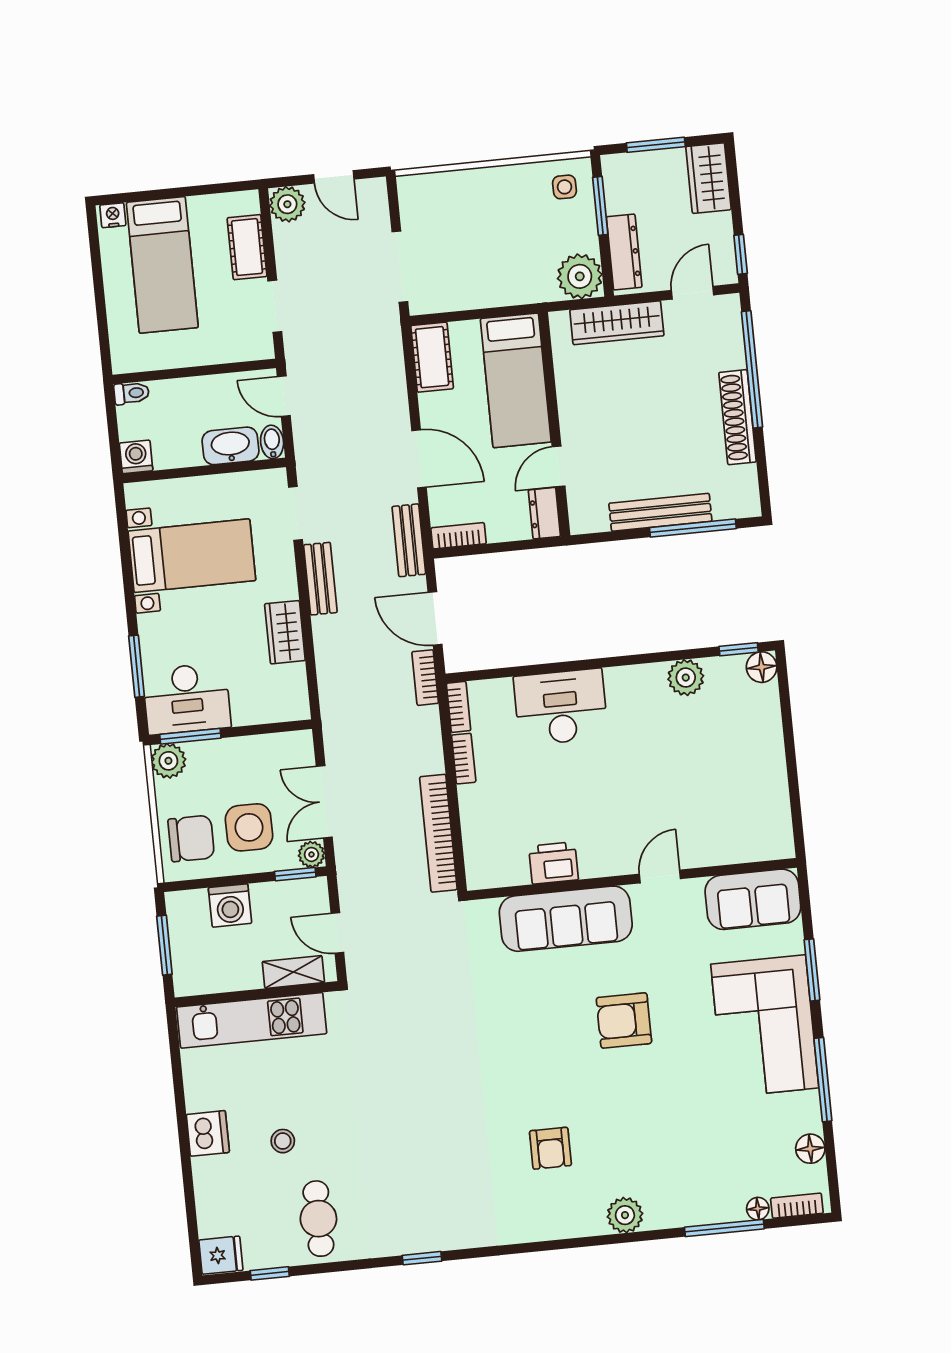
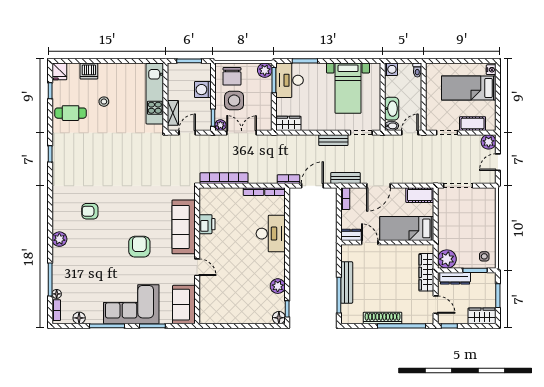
wardrobe: (285, 632) -> (288, 123), moved
dishwasher: (208, 1133) -> (89, 71), moved

